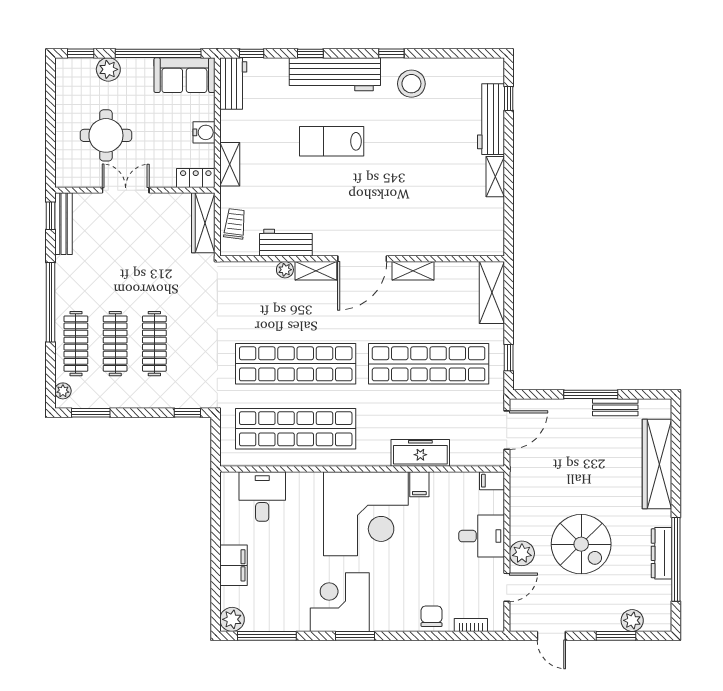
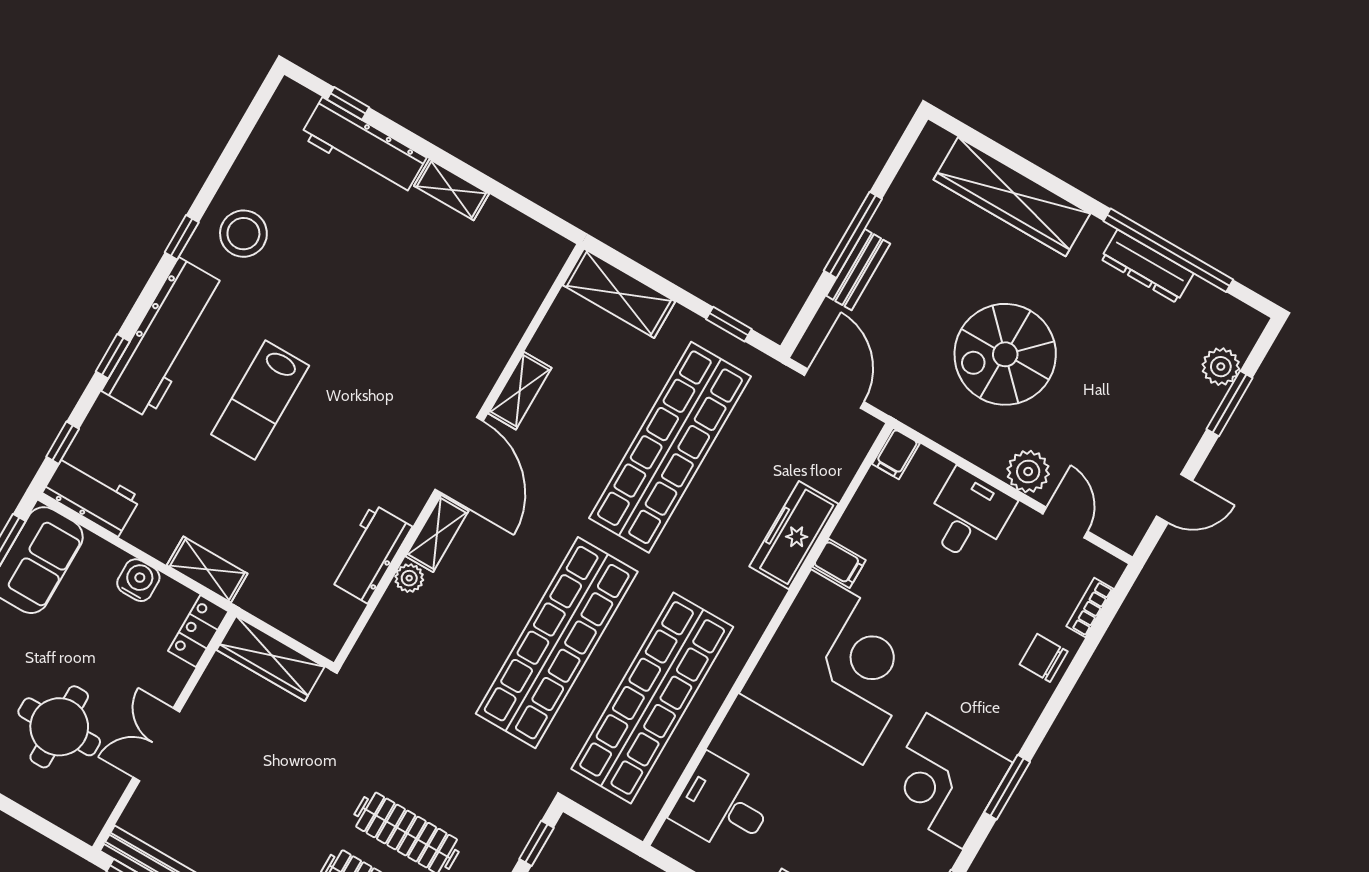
trolley: (235, 224) -> (299, 613), removed
bench: (615, 407) -> (858, 270), moved
spiral stairs: (581, 544) -> (1005, 354), moved, turned 180

